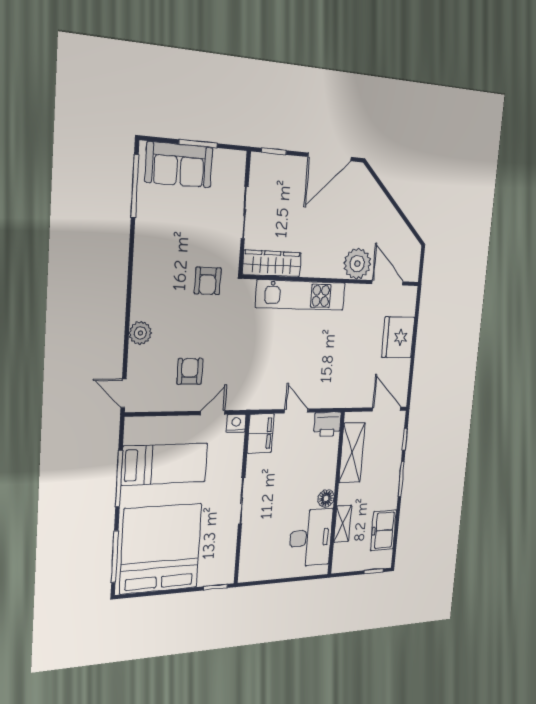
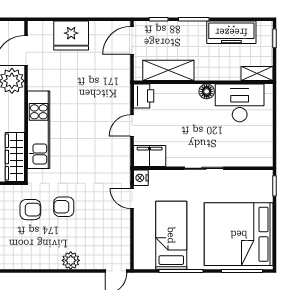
armchair: (190, 371) -> (64, 207), moved
shelving: (343, 524) -> (257, 73), moved
freezer: (383, 530) -> (231, 32), width x1.40

